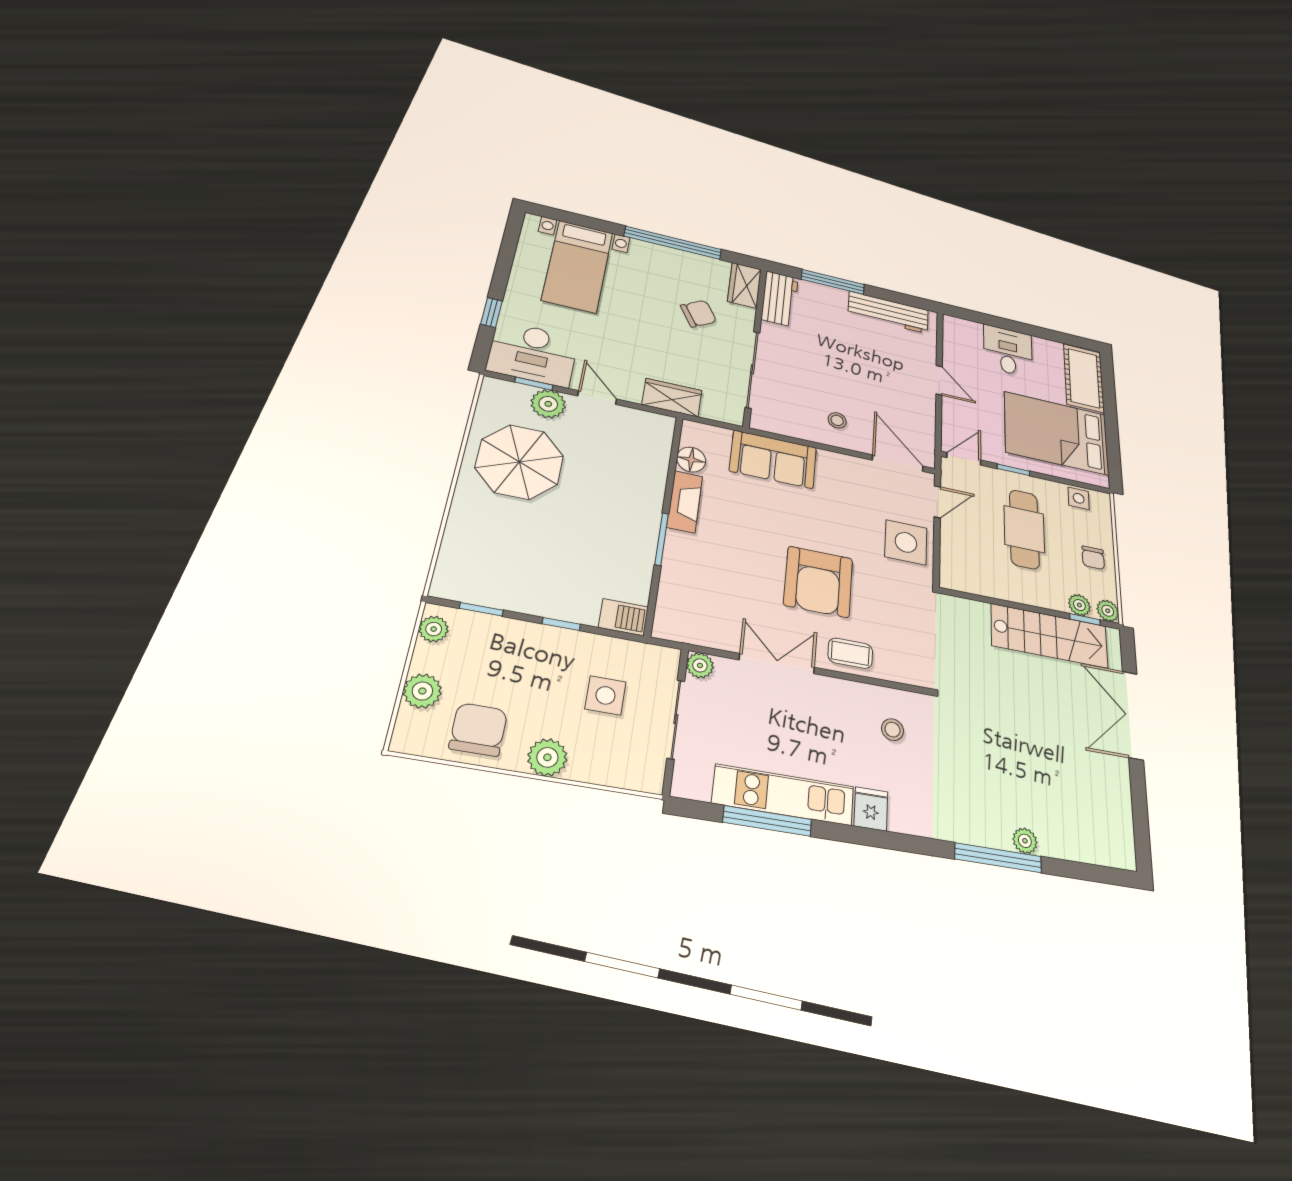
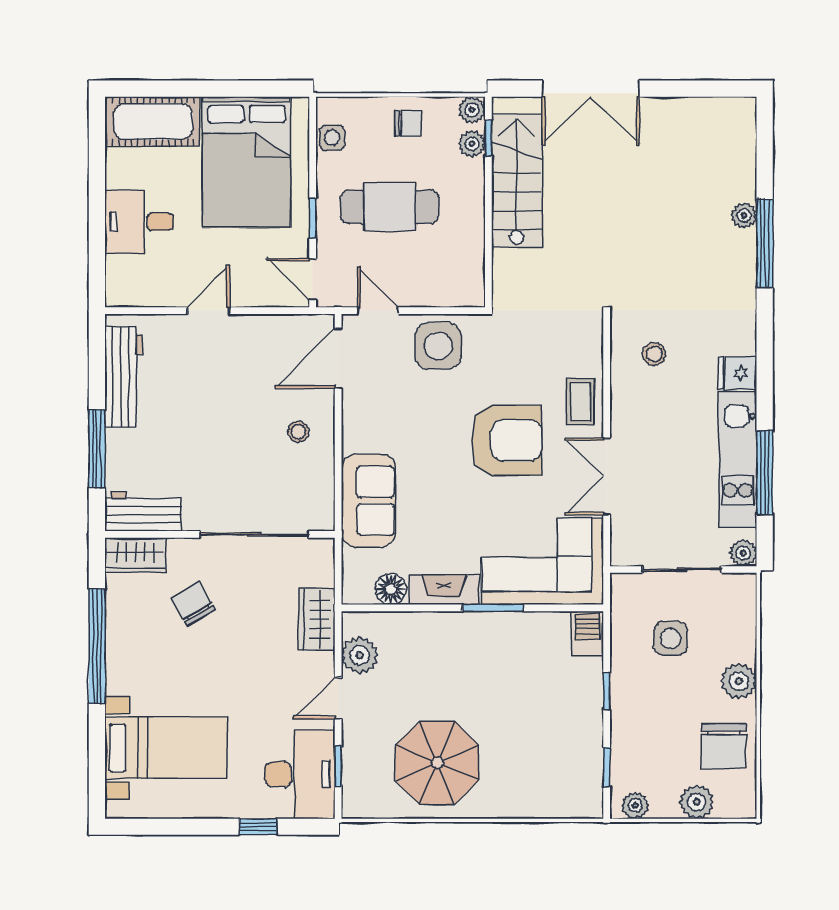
plant: (548, 404) -> (360, 655), moved
corner sofa: (701, 590) -> (543, 561), added
plant: (700, 665) -> (743, 553), moved
chair: (478, 729) -> (724, 746), turned -90

